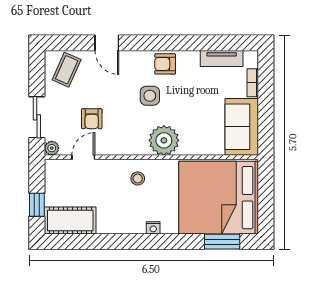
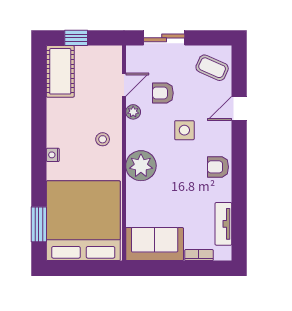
armchair: (165, 64) -> (218, 167), turned -90
side table: (150, 96) -> (184, 130), moved
plant: (52, 148) -> (133, 112), moved
door: (83, 157) -> (124, 85), hinge flipped

